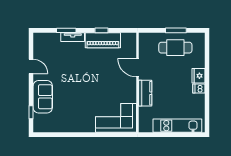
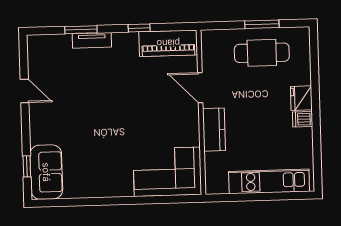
piano: (103, 40) -> (168, 43), moved
sofa: (43, 97) -> (46, 172), moved

